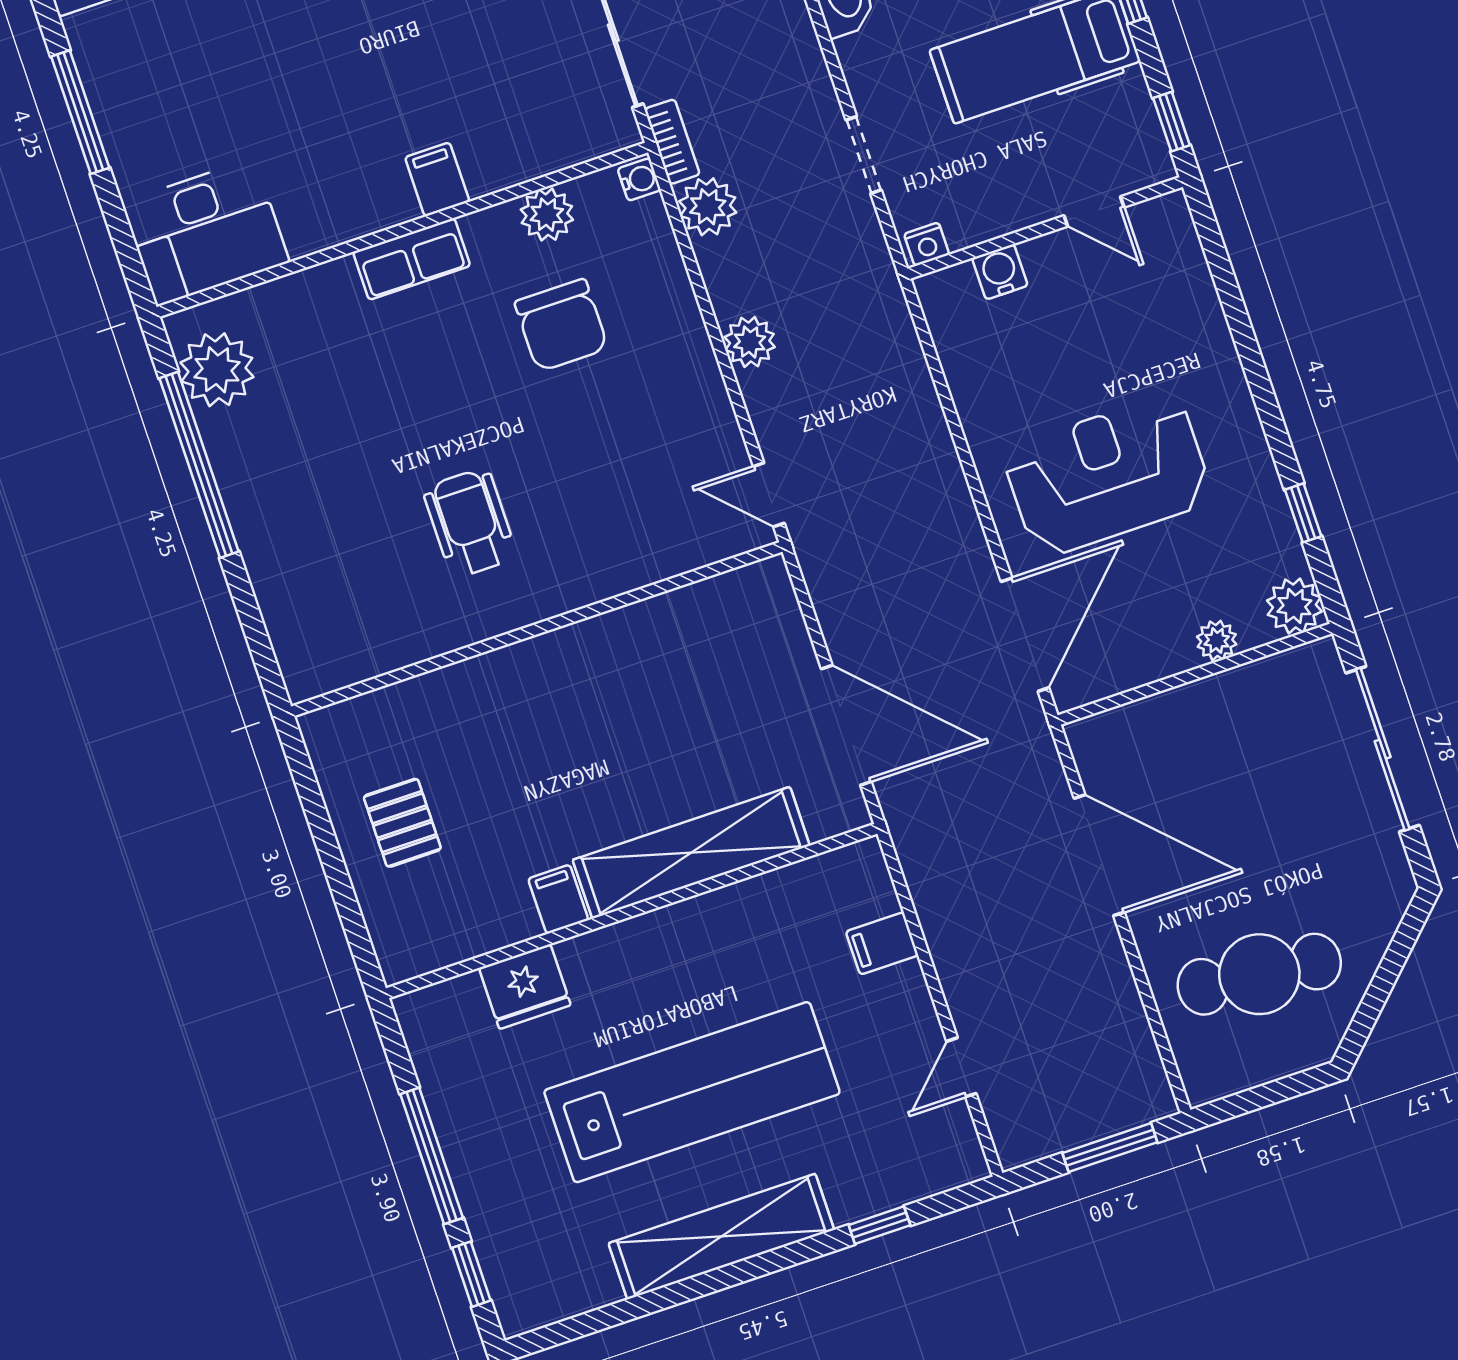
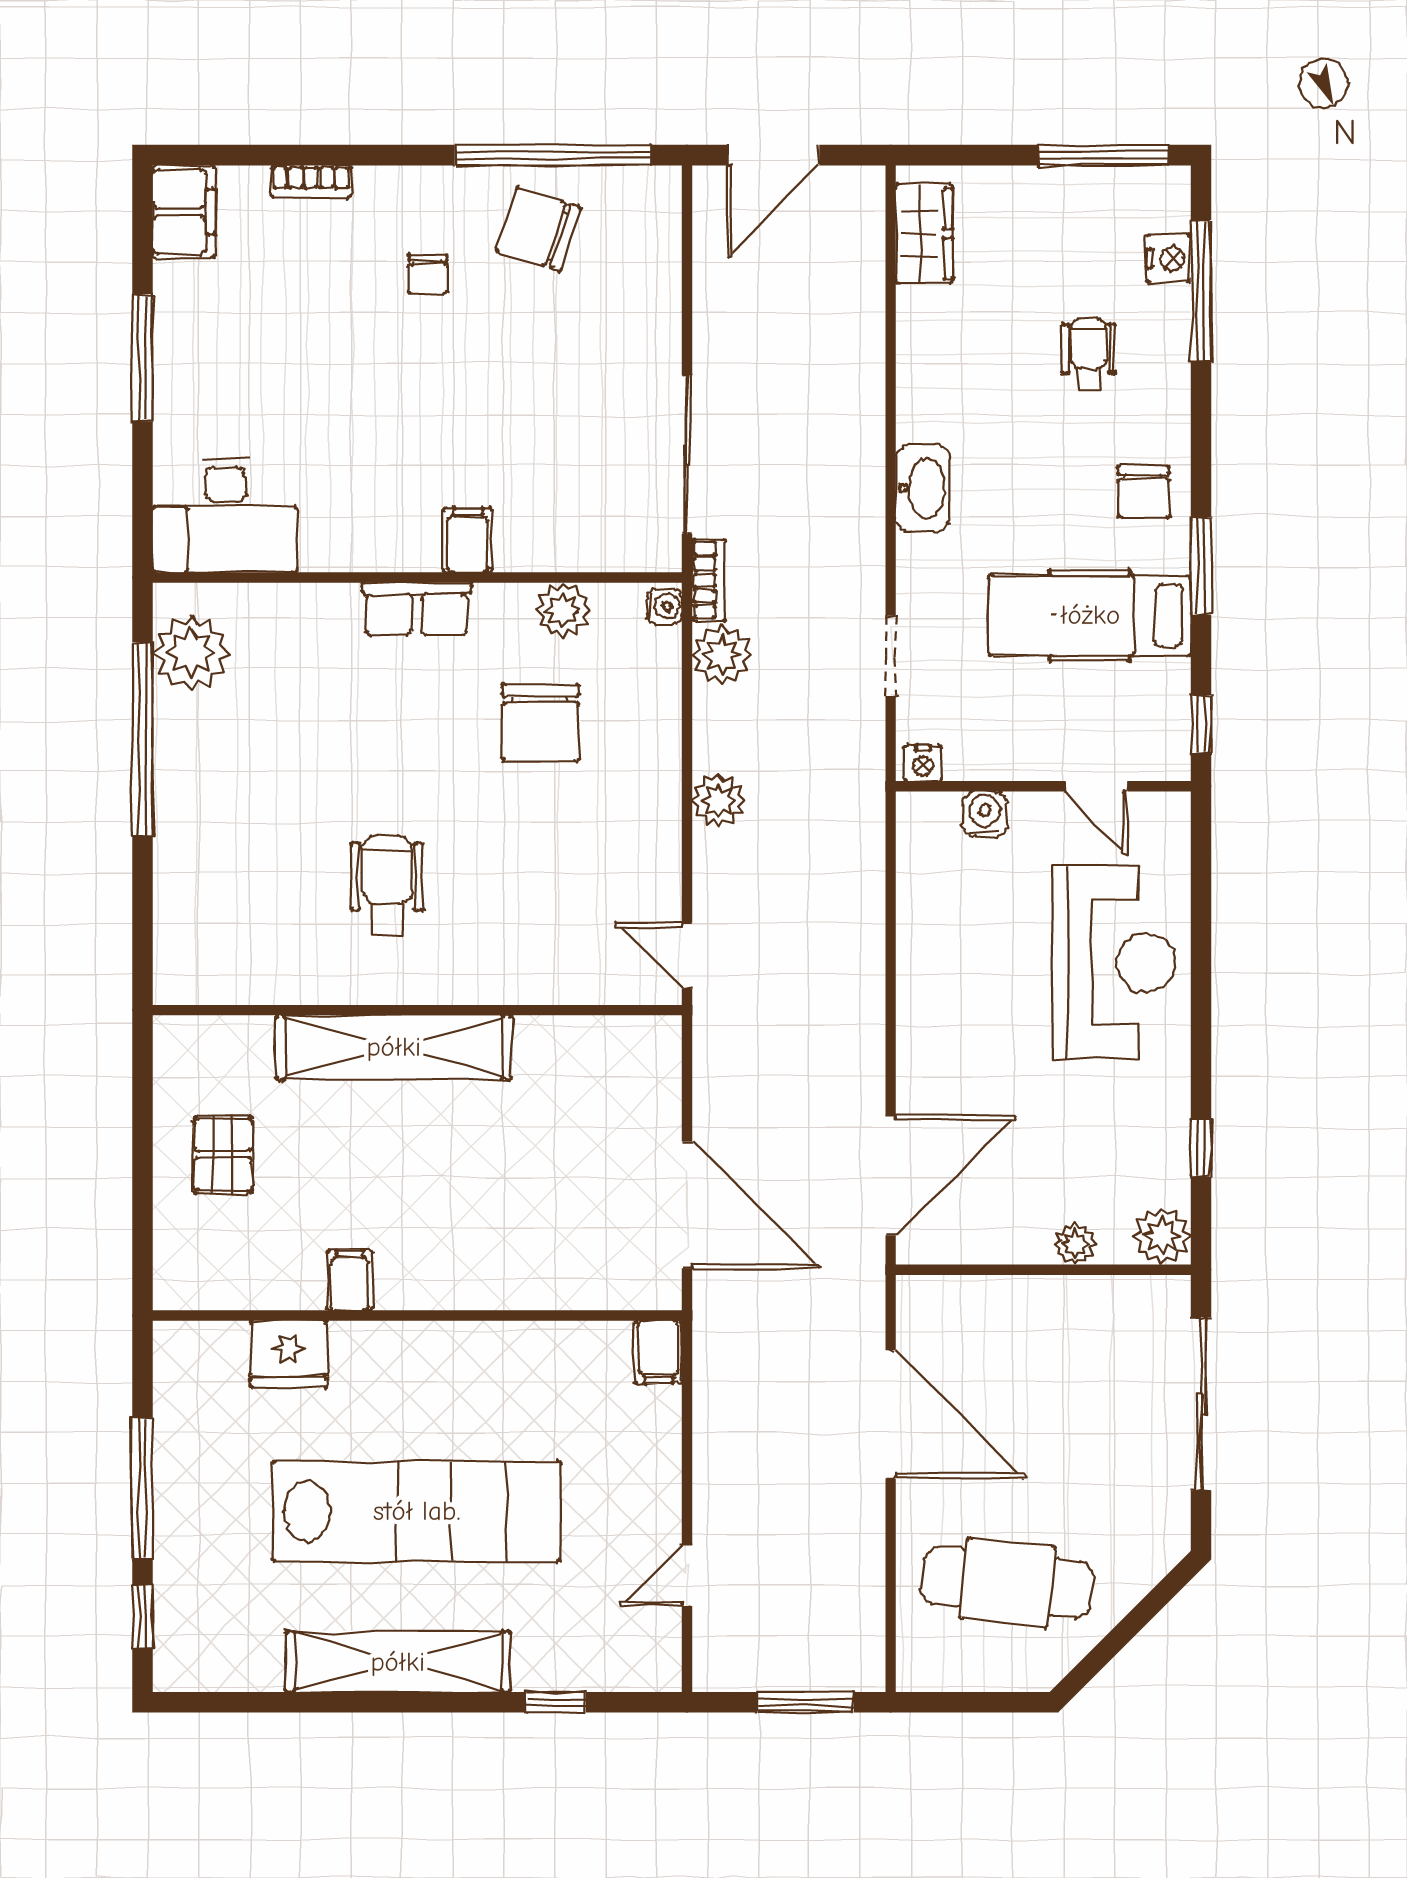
reception desk: (1108, 475) -> (1114, 963), moved, turned 90
shelving: (691, 853) -> (394, 1047), moved
filing cabinet: (882, 943) -> (658, 1352), moved, turned -90

